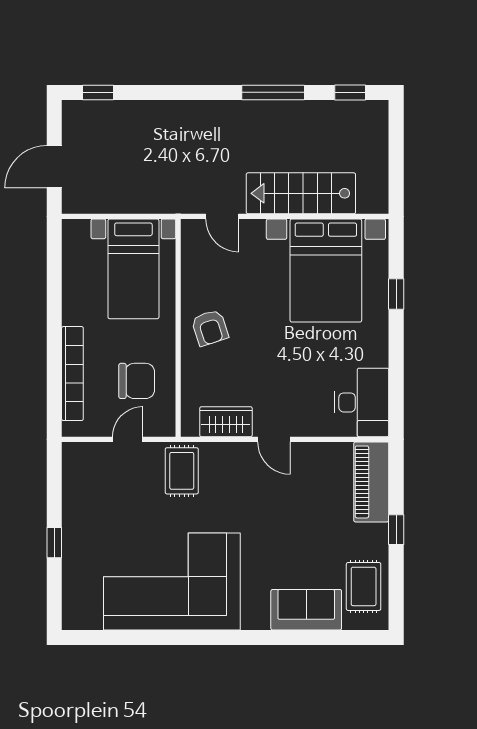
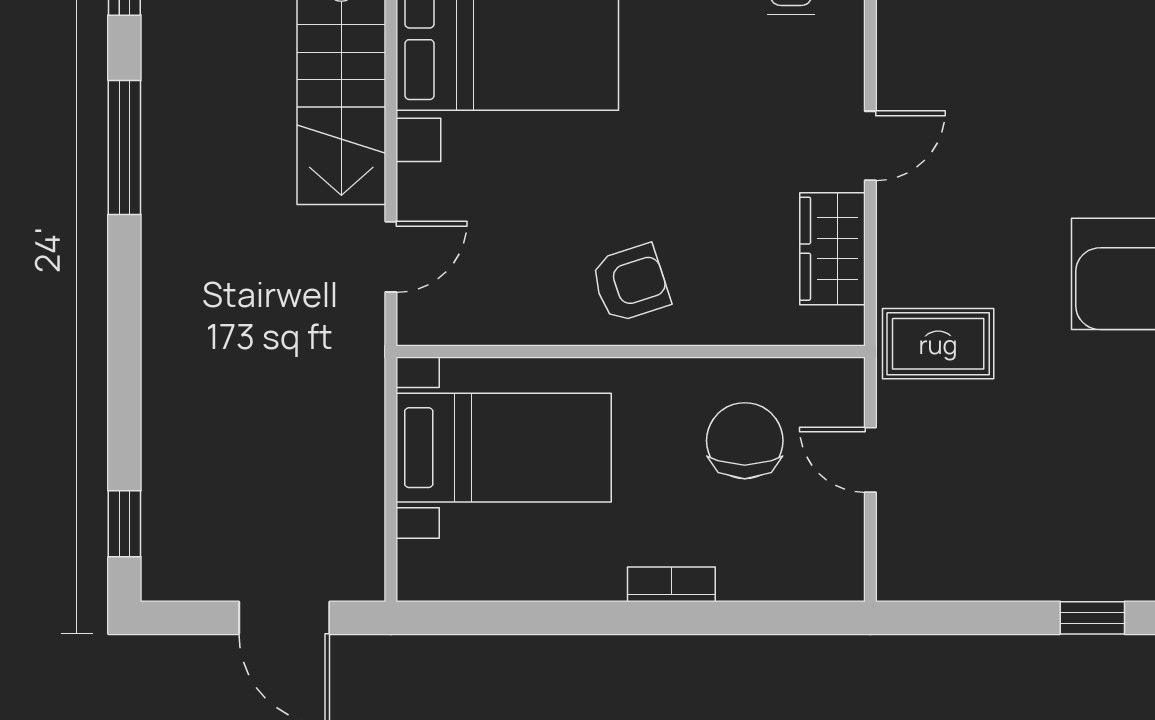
bookcase: (72, 374) -> (671, 584), width x0.43, depth x0.76

